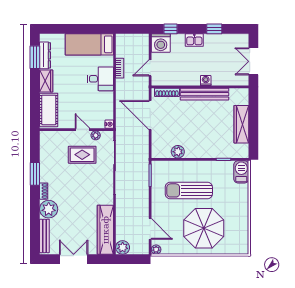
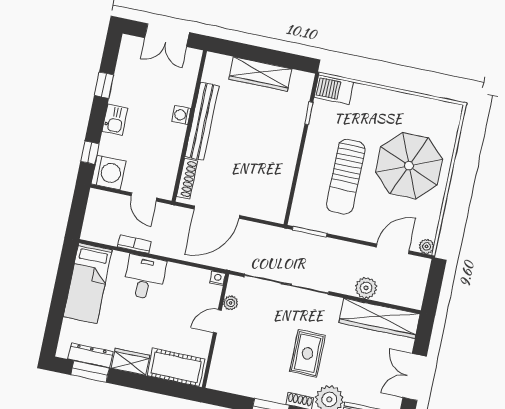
plant: (178, 152) -> (282, 181), removed
rug: (82, 155) -> (307, 353), moved
plant: (123, 247) -> (366, 288), moved

